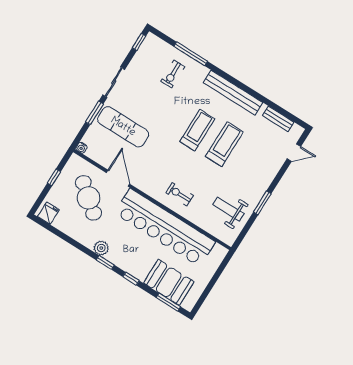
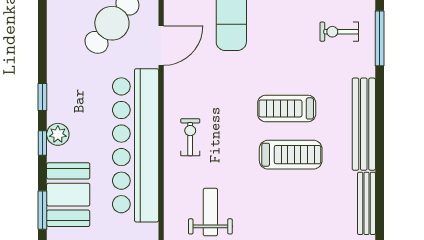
bench: (278, 119) -> (367, 203), width x1.36
treadmill: (197, 130) -> (287, 108), turned 180
plant: (101, 248) -> (58, 134), moved

